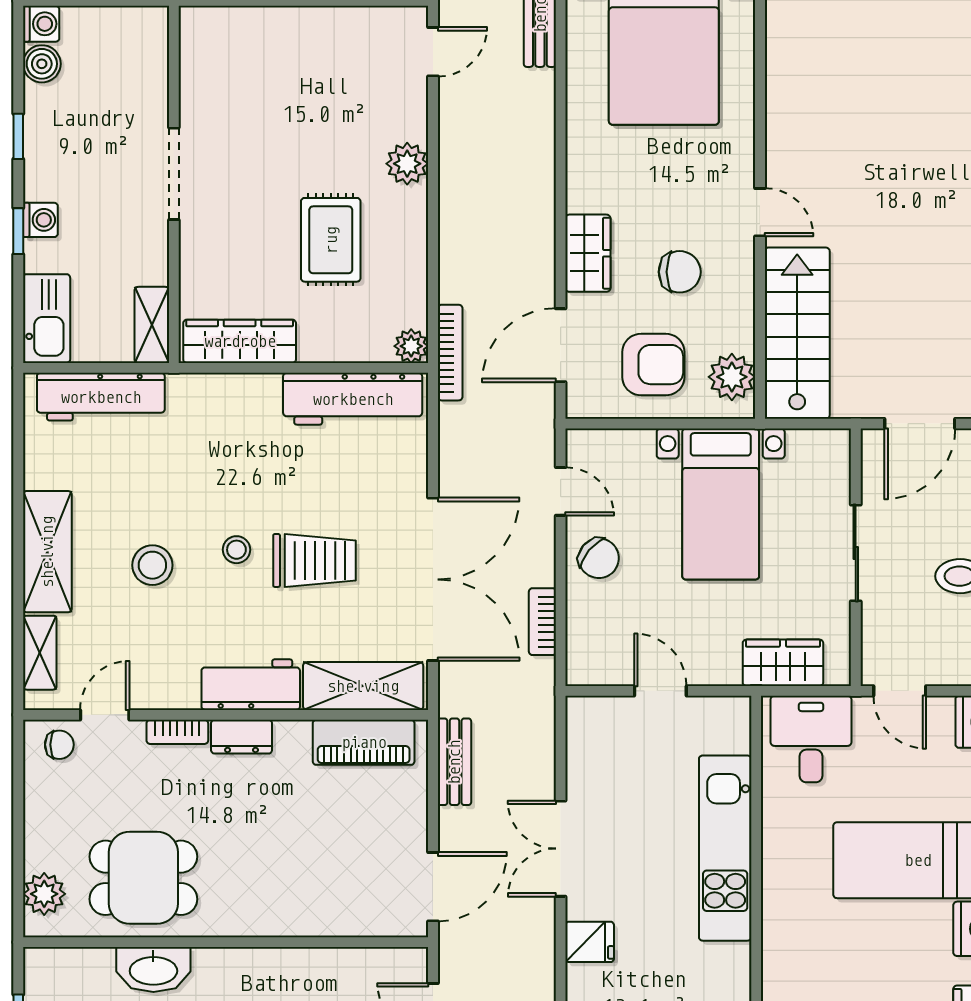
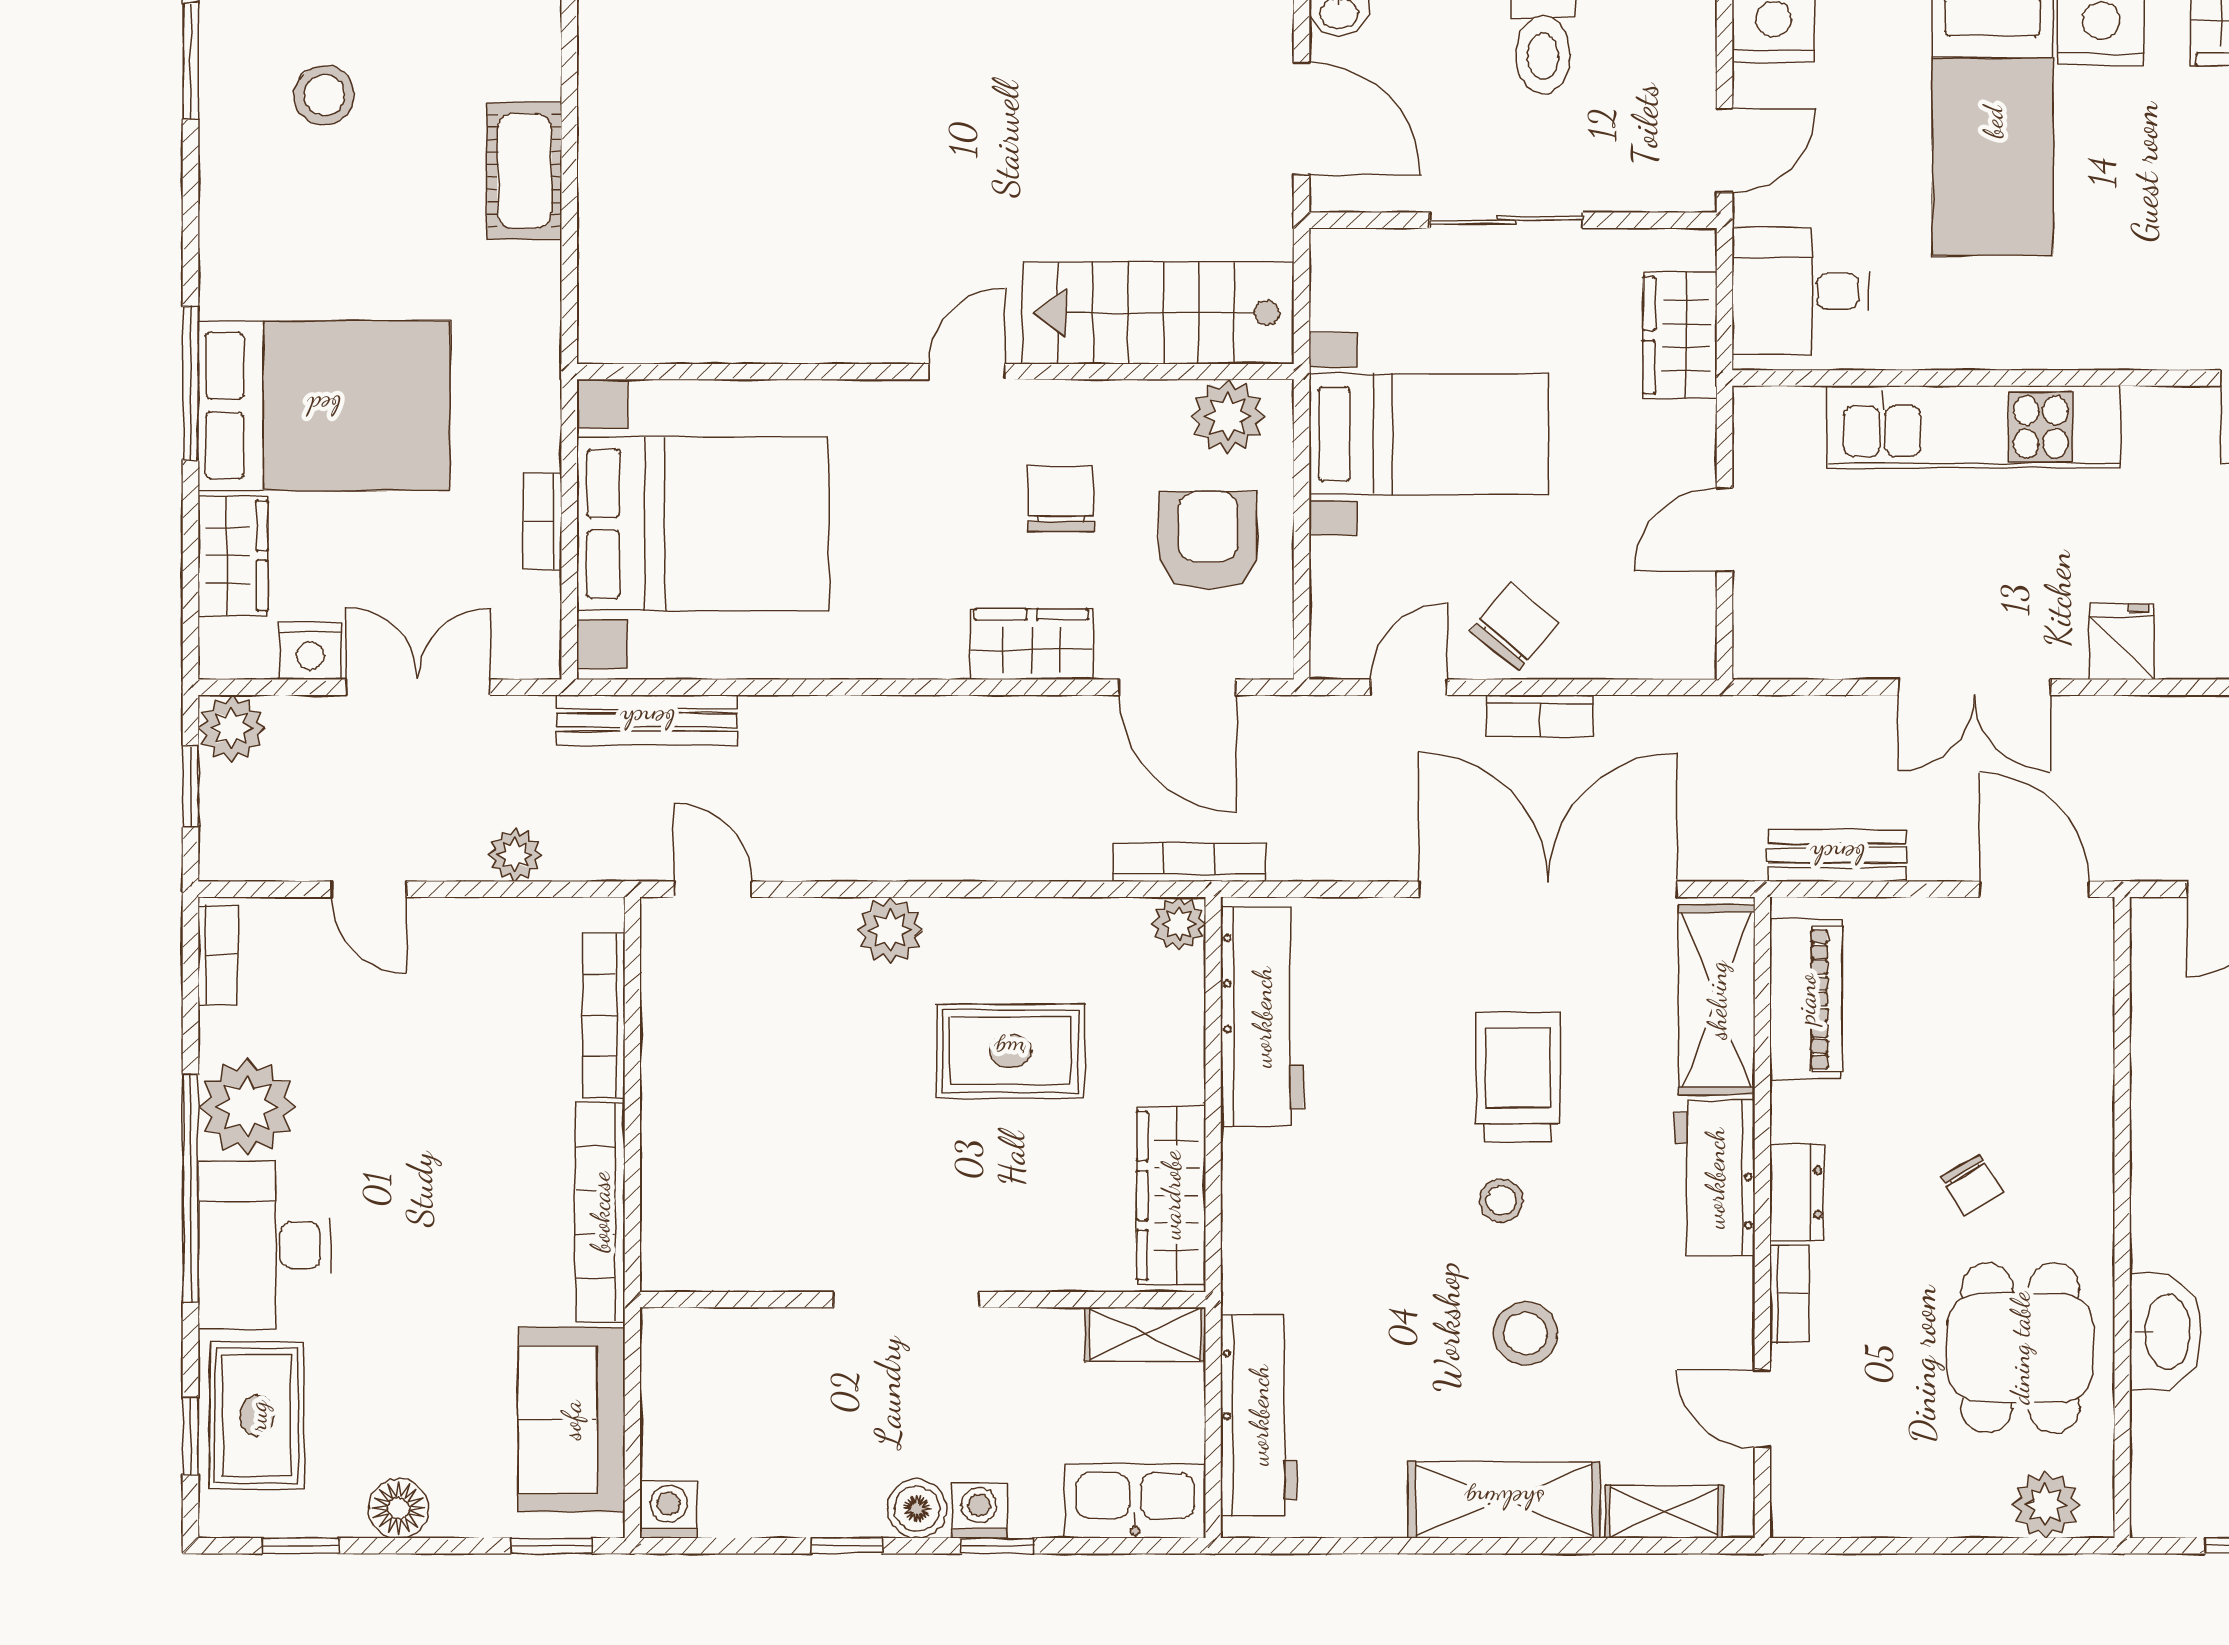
boiler: (42, 64) -> (917, 1509), moved
bookcase: (542, 622) -> (1540, 716), moved
chair: (59, 745) -> (1971, 1185), moved, turned 149

